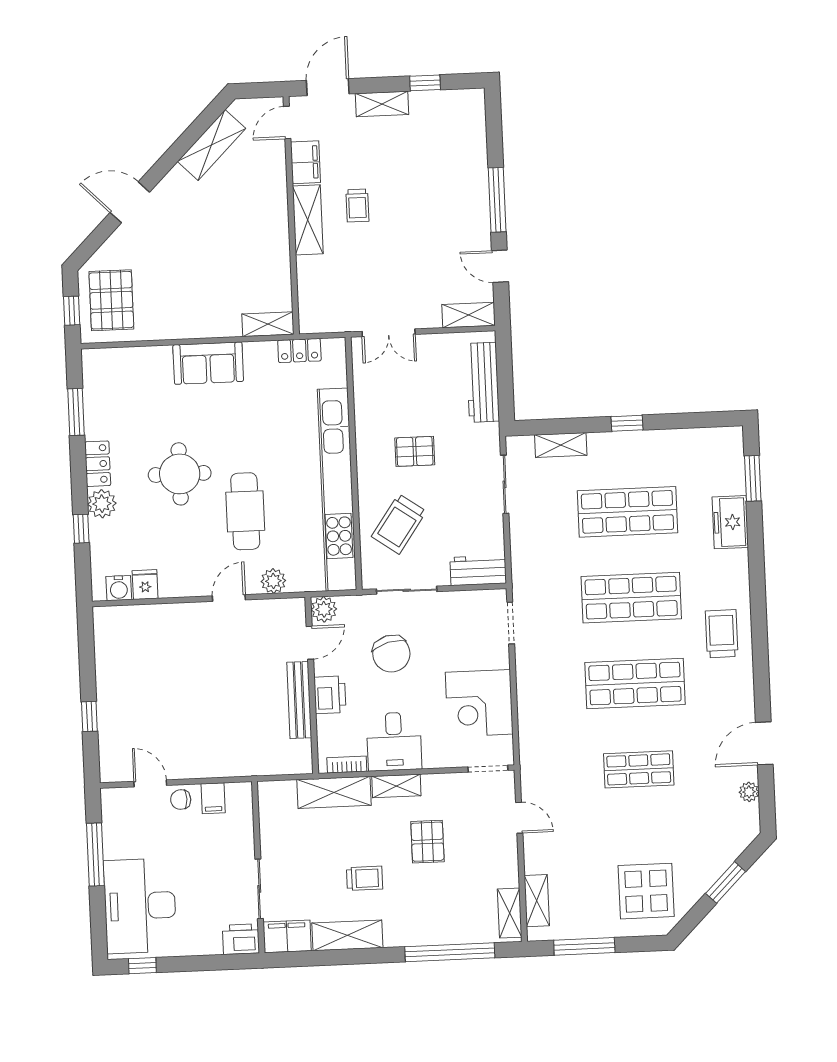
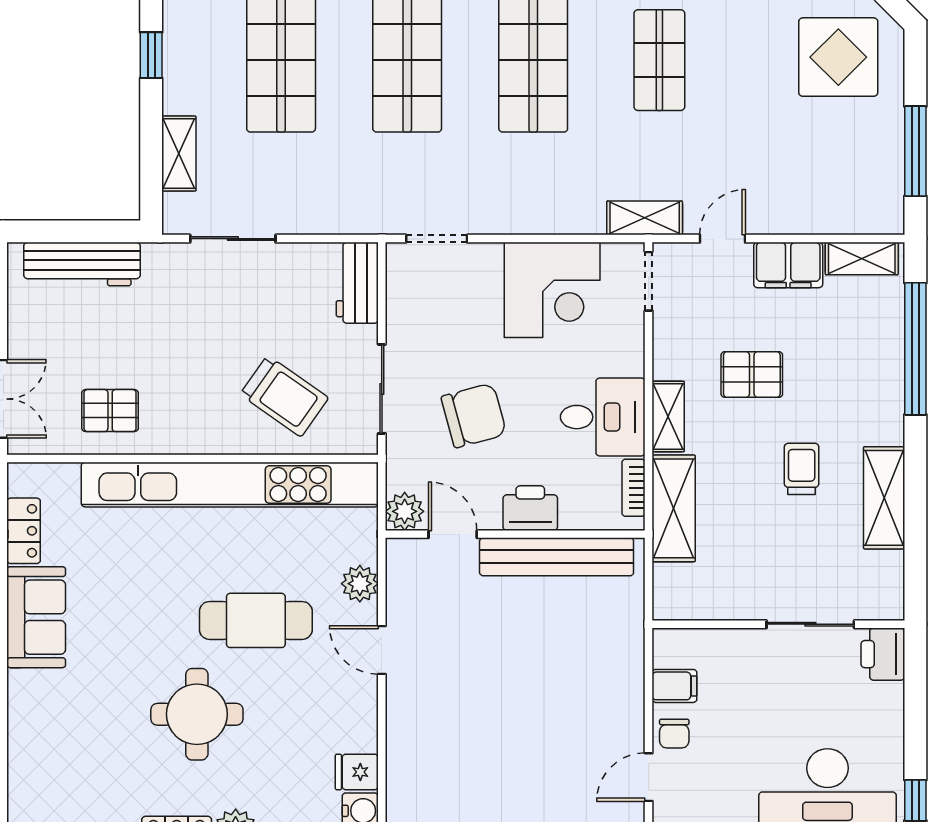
sofa: (208, 363) -> (36, 617), moved
pallet: (415, 451) -> (110, 411), moved, turned 90
bench: (299, 700) -> (557, 557), width x1.37, depth x1.21
shelving: (537, 901) -> (645, 218), moved
filing cabinet: (287, 936) -> (788, 265), moved, turned -90

